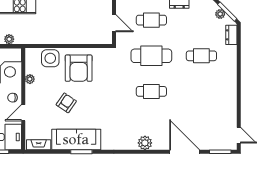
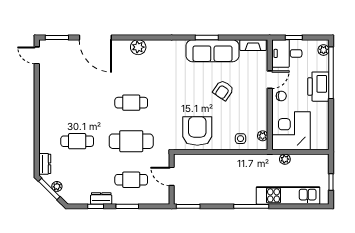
side table: (50, 58) -> (240, 139), width x0.54, depth x0.54
armchair: (79, 68) -> (197, 131), moved
plant: (30, 79) -> (263, 136), moved

